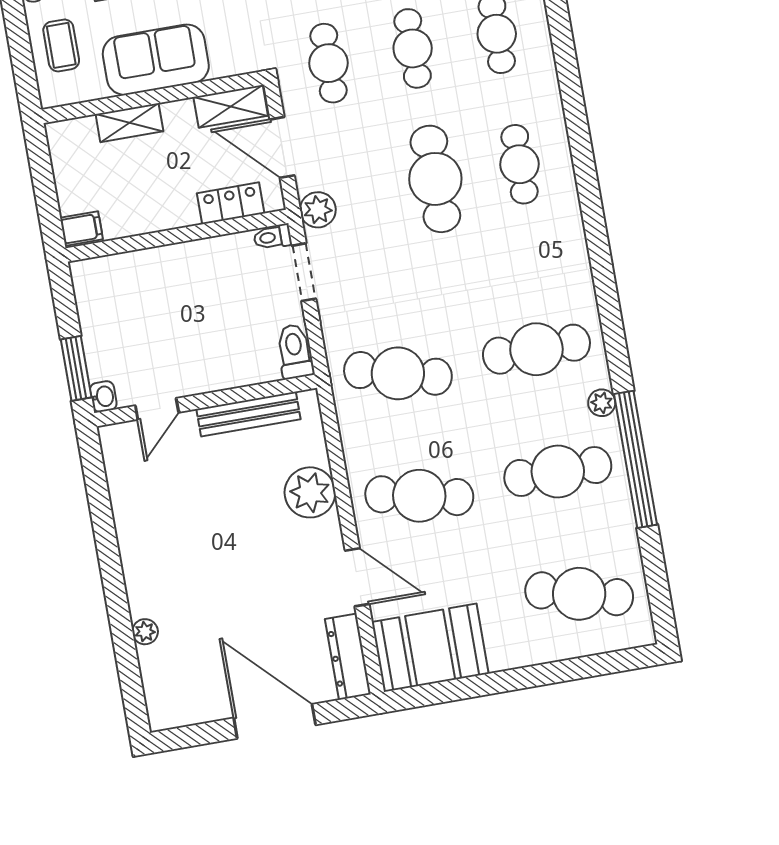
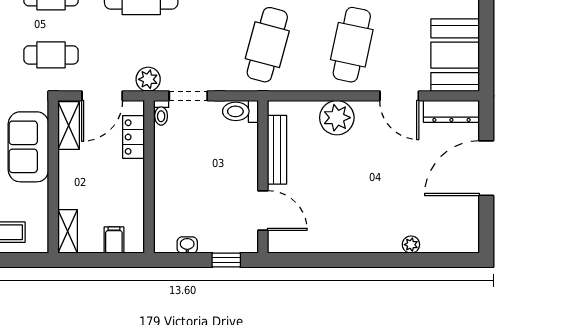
sofa: (156, 60) -> (28, 147), moved
shelving: (129, 123) -> (68, 231), moved
filing cabinet: (81, 229) -> (114, 240), moved
window: (76, 368) -> (226, 260), width x0.67
washbasin: (103, 397) -> (187, 245), moved
door: (157, 409) -> (263, 210), width x1.38
door: (357, 577) -> (399, 96), swing flipped

